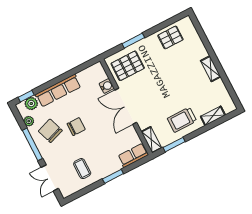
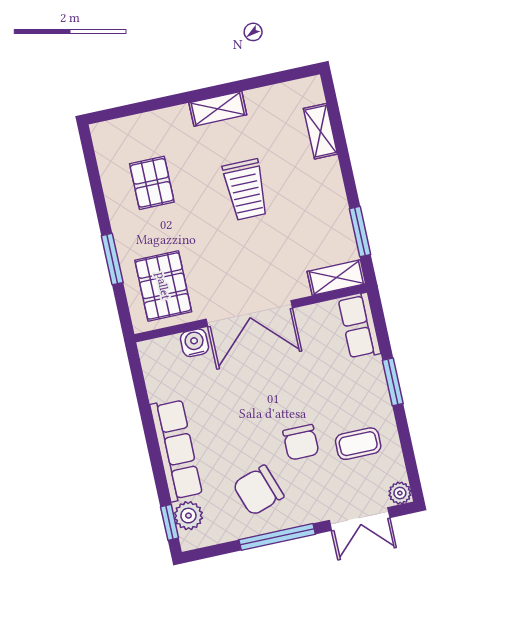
pallet: (170, 37) -> (152, 183), moved
trolley: (182, 120) -> (246, 190), moved
plant: (29, 121) -> (400, 493), moved
chair: (76, 127) -> (301, 442), moved, turned 180

